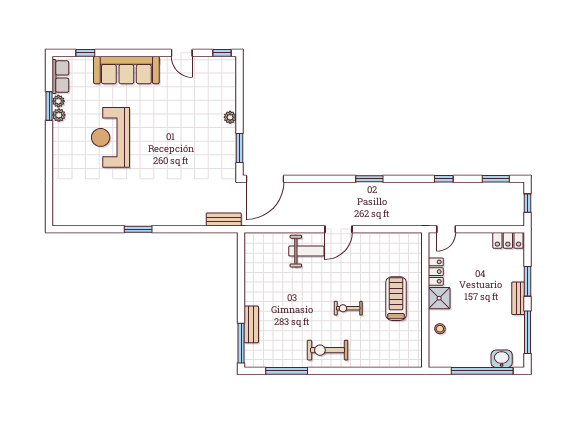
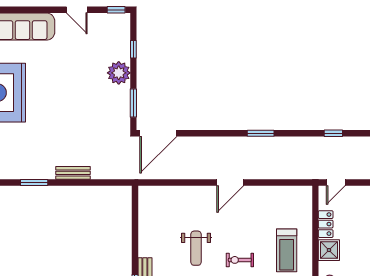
window: (240, 93) -> (133, 49), added
plant: (230, 117) -> (119, 73), width x1.87, depth x1.87
bench: (224, 219) -> (73, 173), moved
weight bench: (306, 251) -> (196, 248), moved, turned 90
treadmill: (396, 299) -> (287, 250), turned 180

